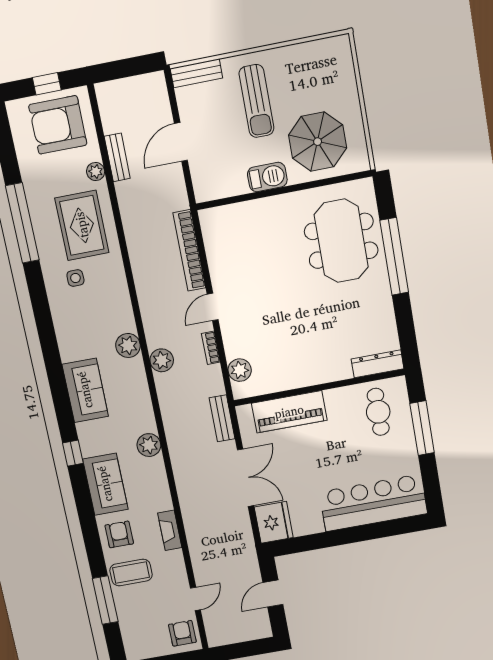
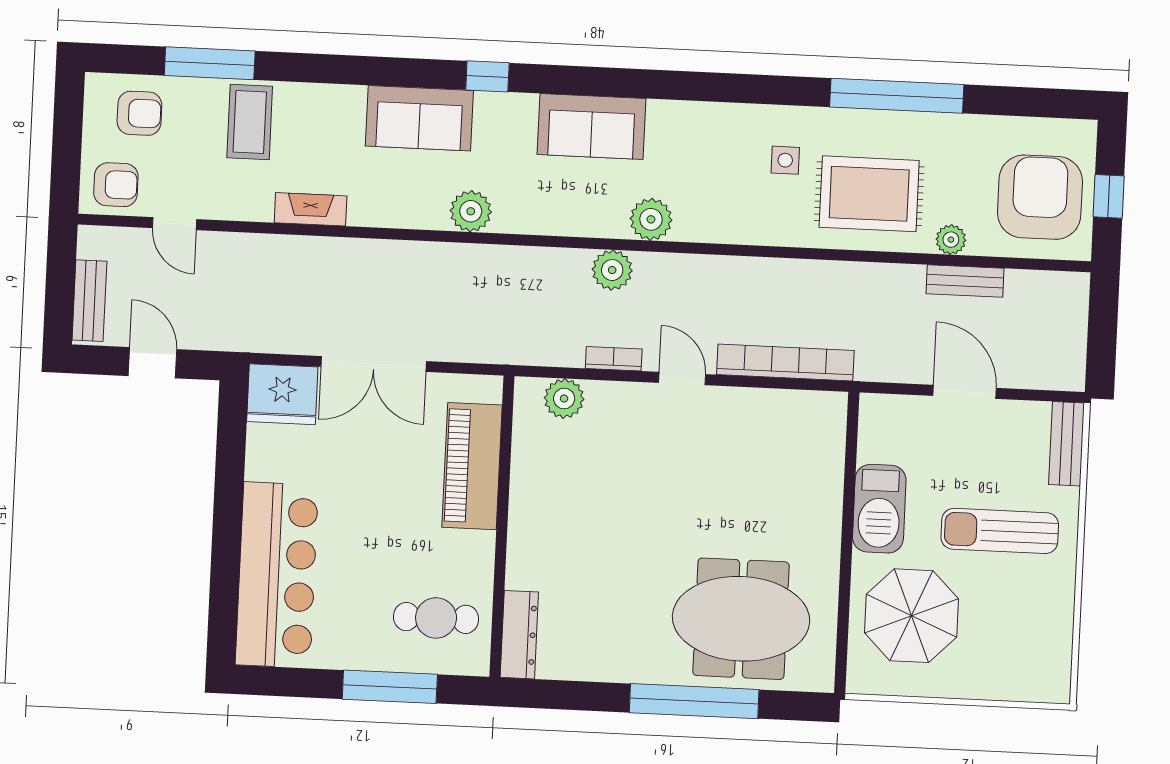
barbecue: (267, 177) -> (879, 509), width x1.37, depth x1.21
bench: (222, 418) -> (89, 301), moved, turned 90
armchair: (119, 534) -> (139, 113), moved

